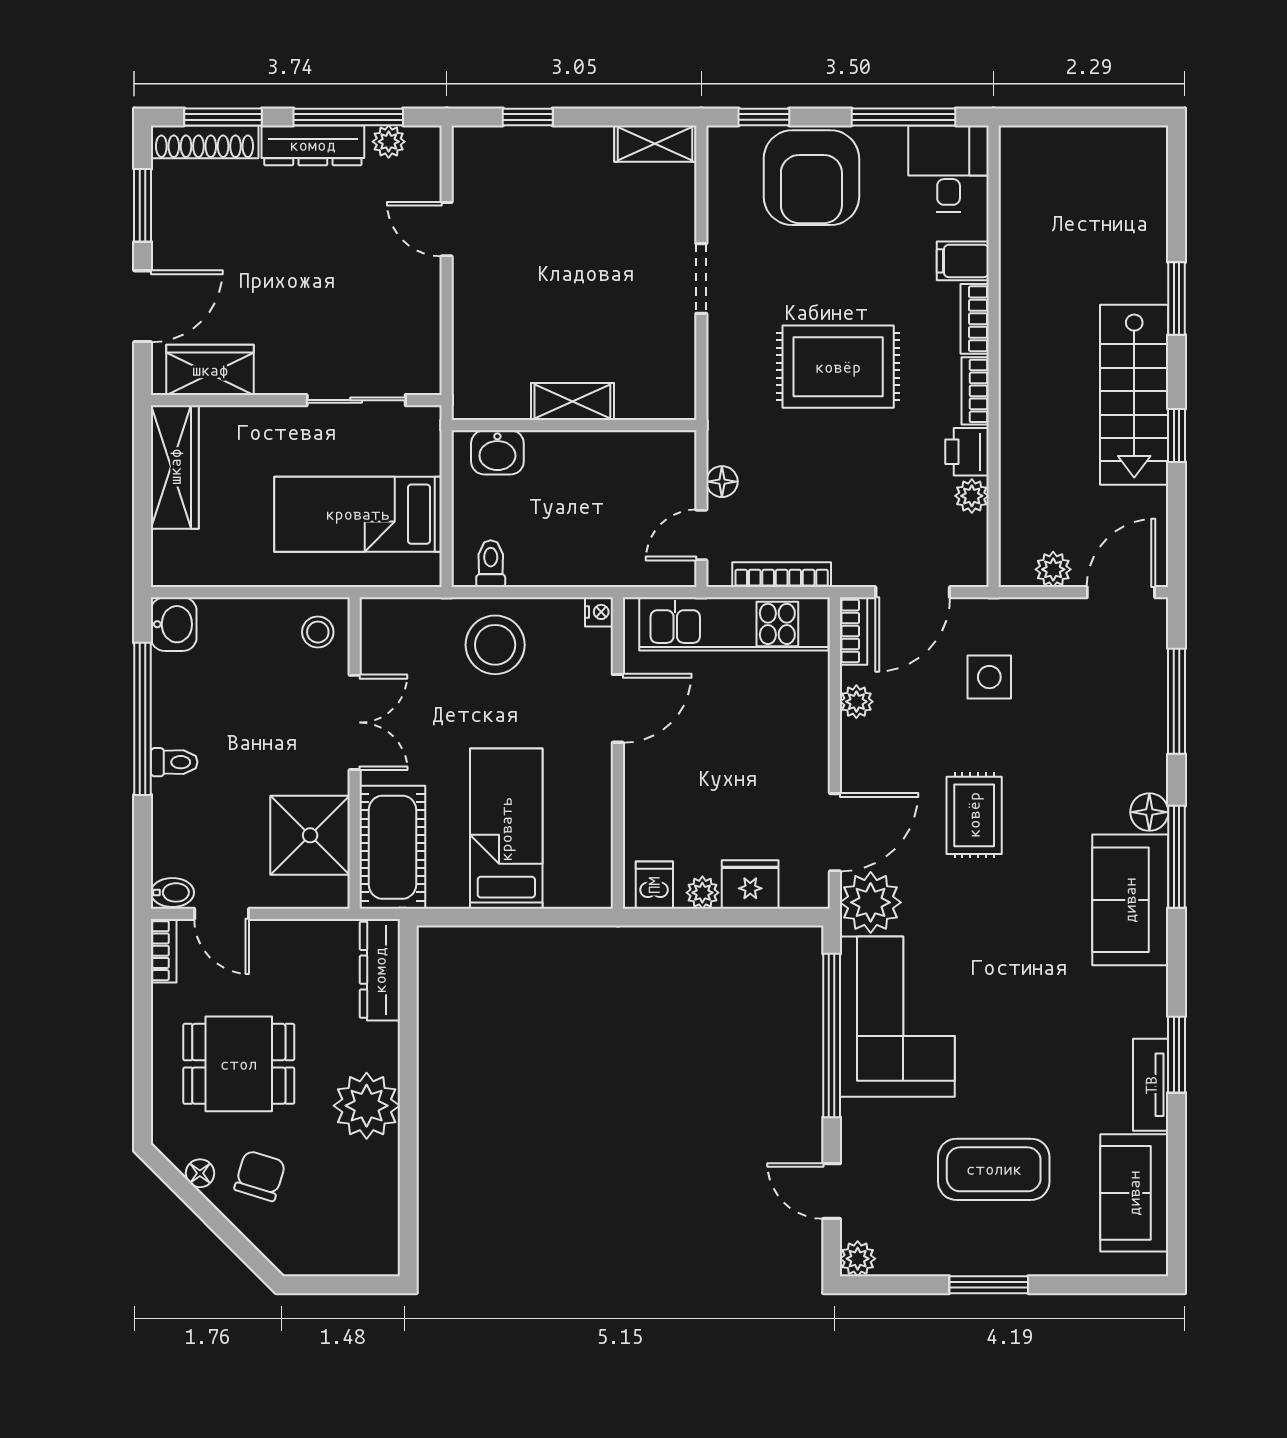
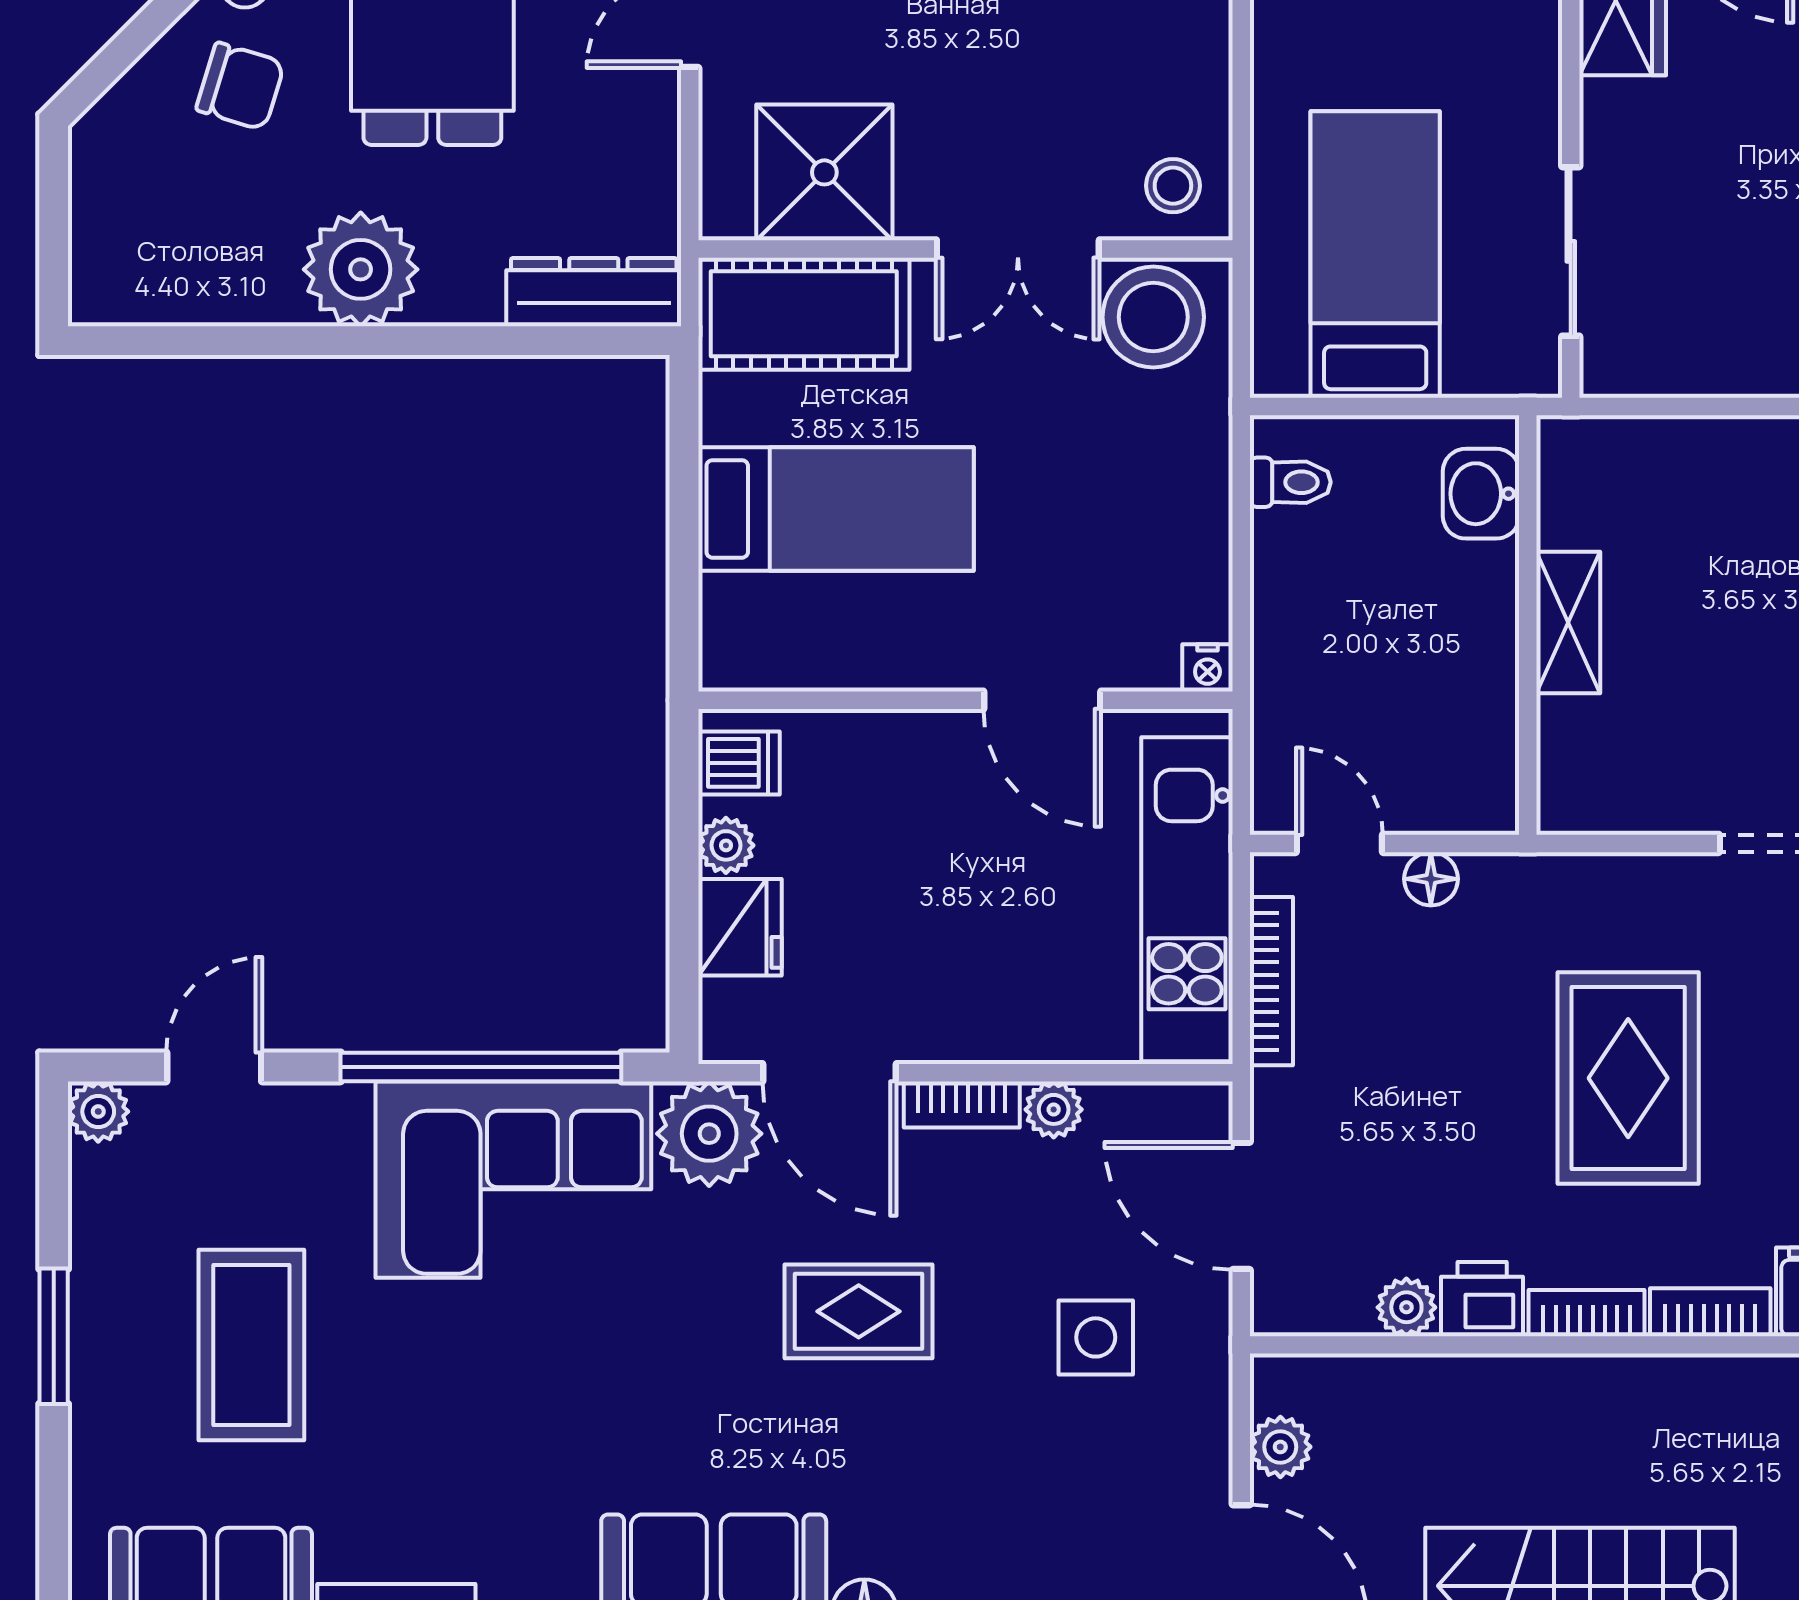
bookcase: (853, 631) -> (962, 1104), moved
stool: (495, 645) -> (1153, 317), moved

